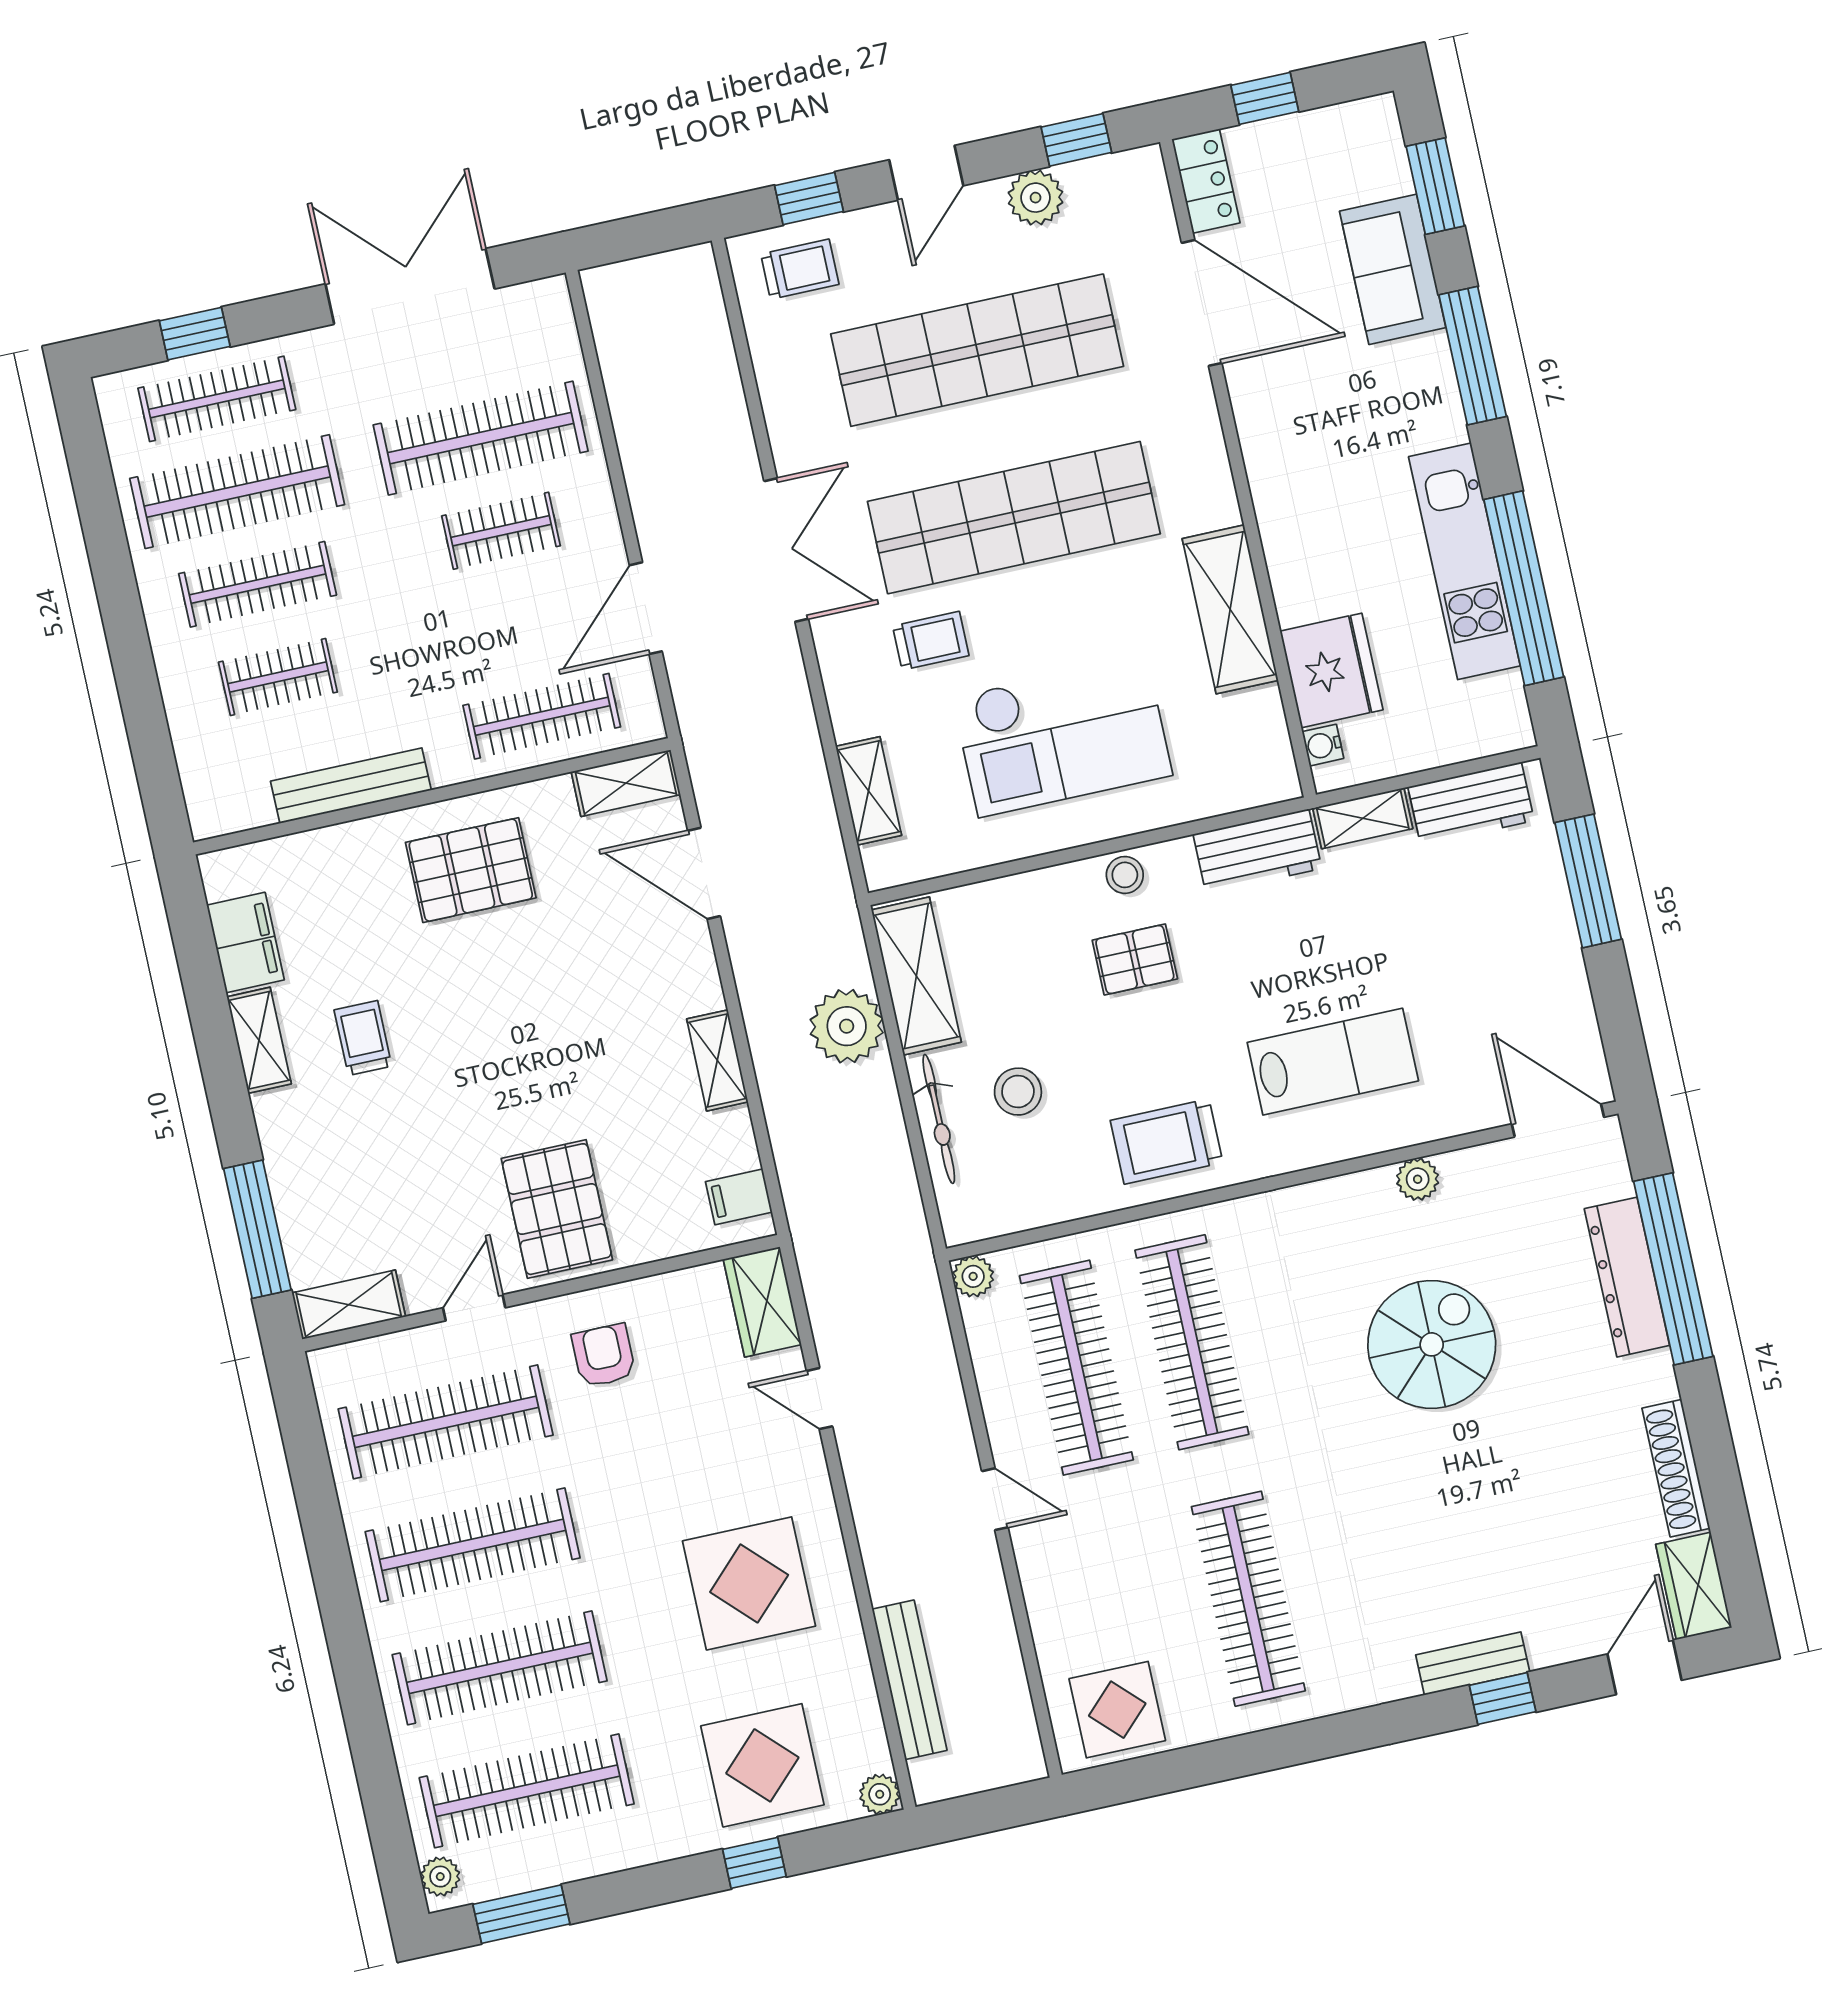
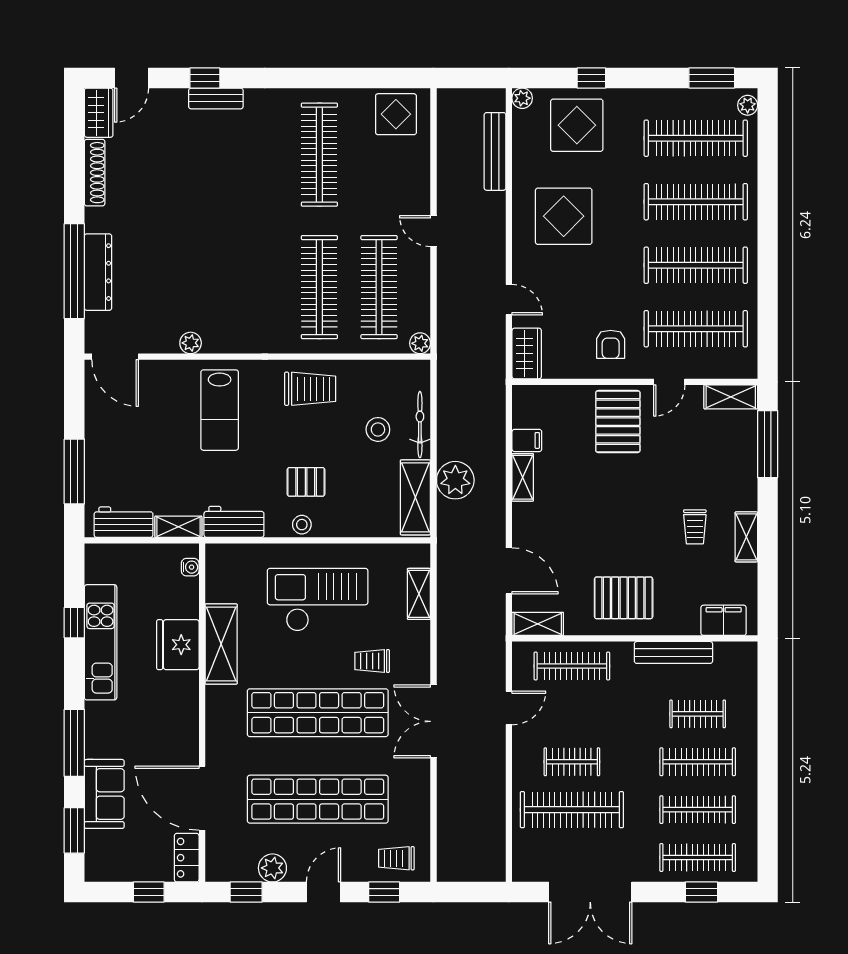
clothes rail: (237, 492) -> (698, 810), width x0.73, depth x0.76
window: (1524, 588) -> (74, 623), width x0.32
door: (646, 608) -> (509, 708), width x0.73
fridge: (1331, 670) -> (178, 645), moved
filing cabinet: (245, 943) -> (724, 620), moved, turned 90
lab bench: (1333, 1062) -> (220, 410), turned -90
filing cabinet: (739, 1197) -> (527, 440), moved
spiral stairs: (1432, 1344) -> (201, 260), removed

